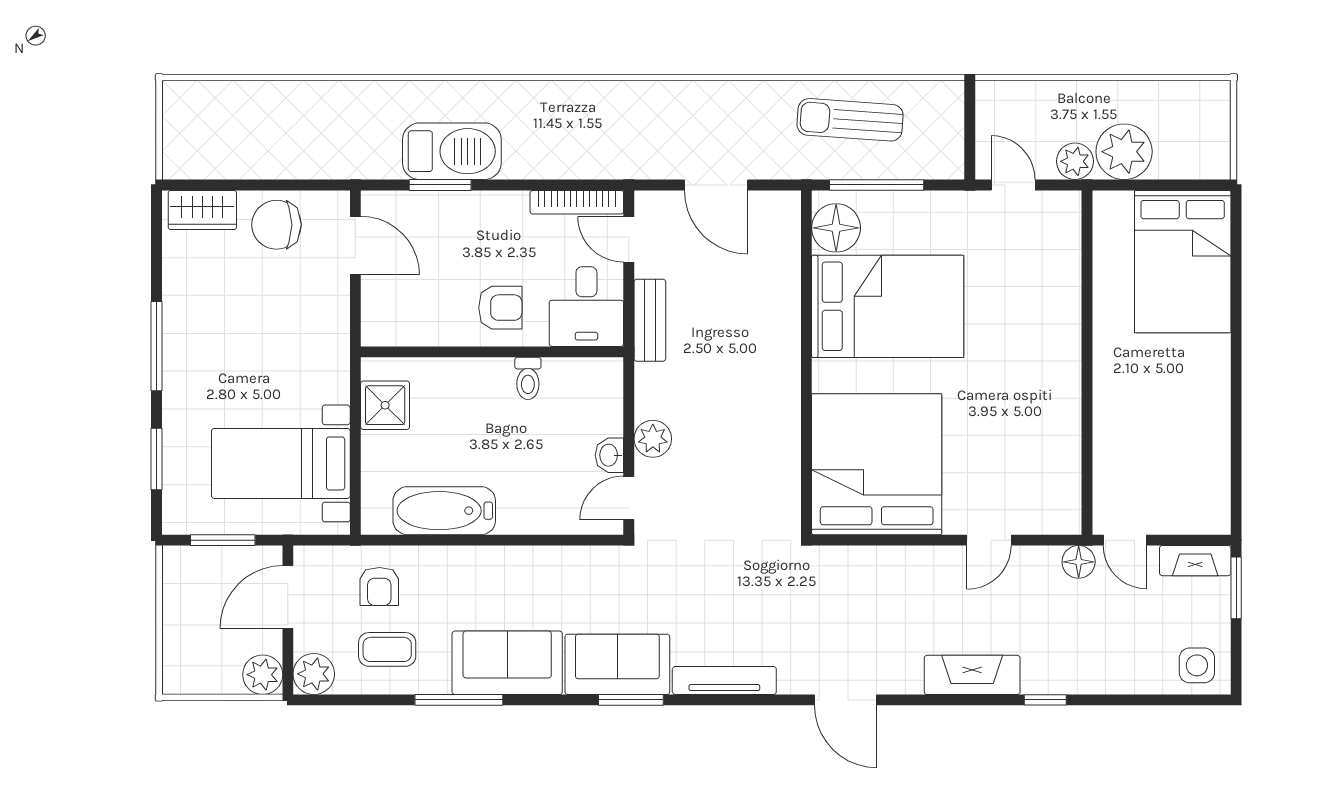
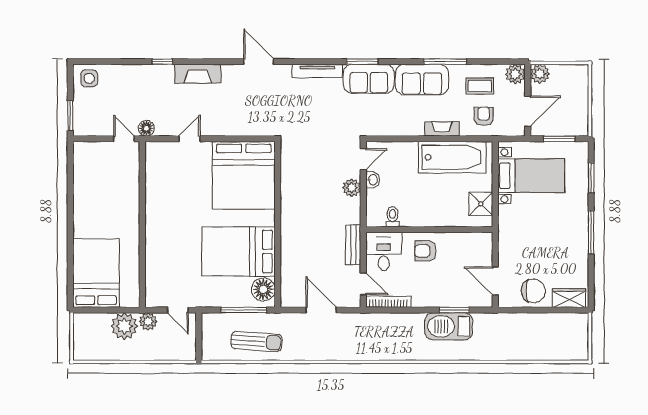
toilet: (528, 378) -> (393, 217), moved
bathtub: (444, 511) -> (452, 157), width x1.36, depth x1.36
fireplace: (1195, 561) -> (442, 129), moved

